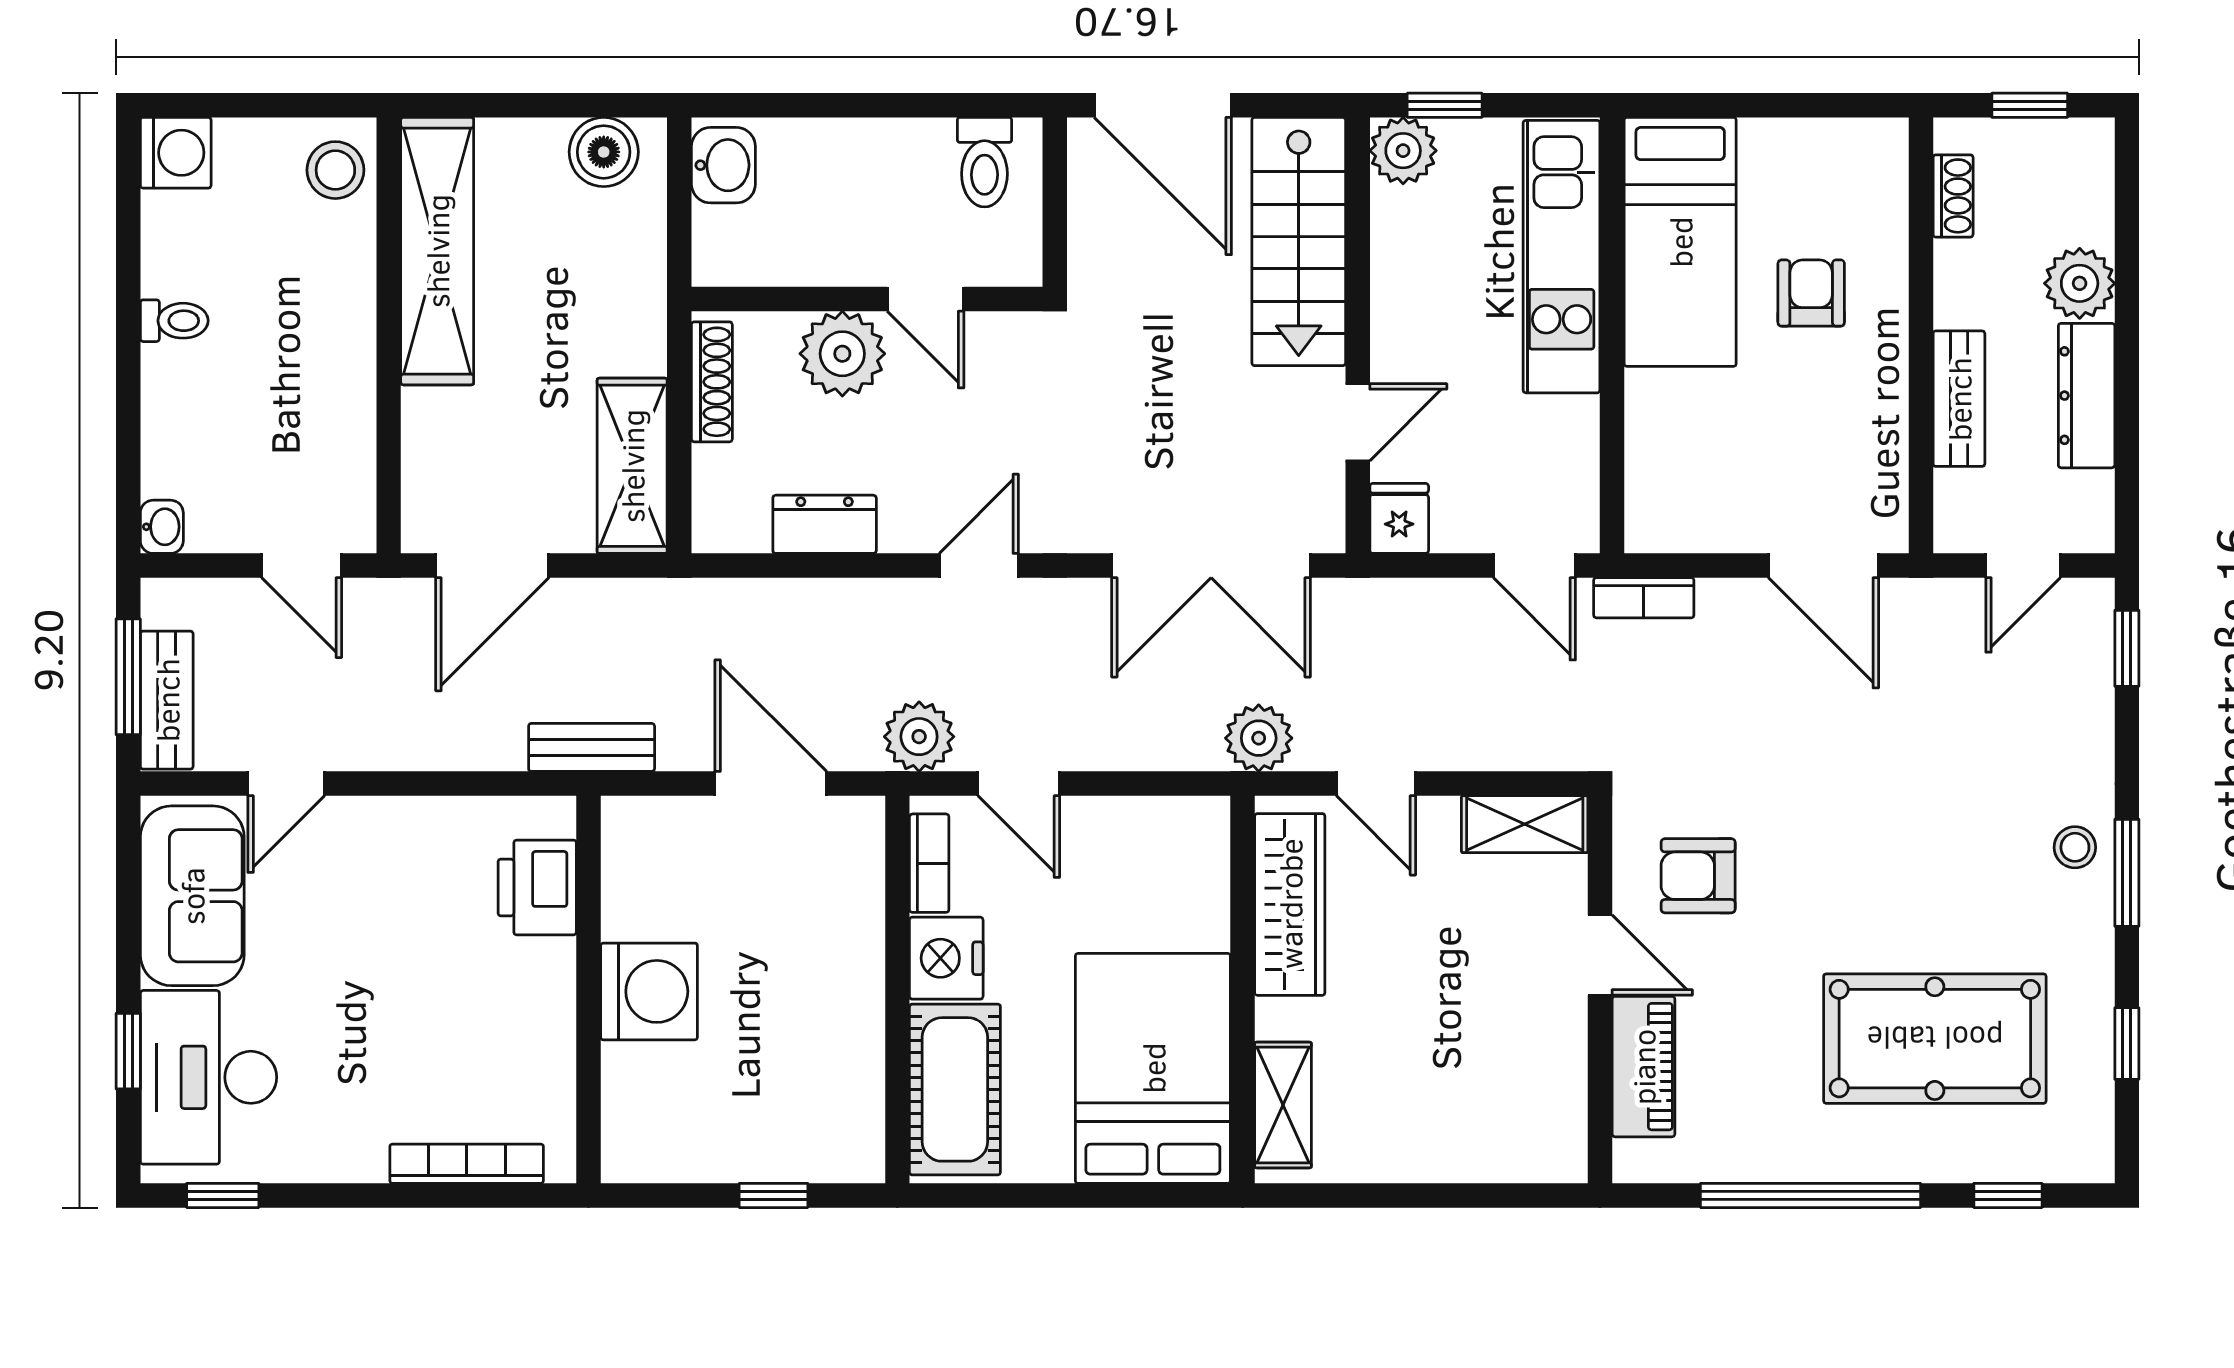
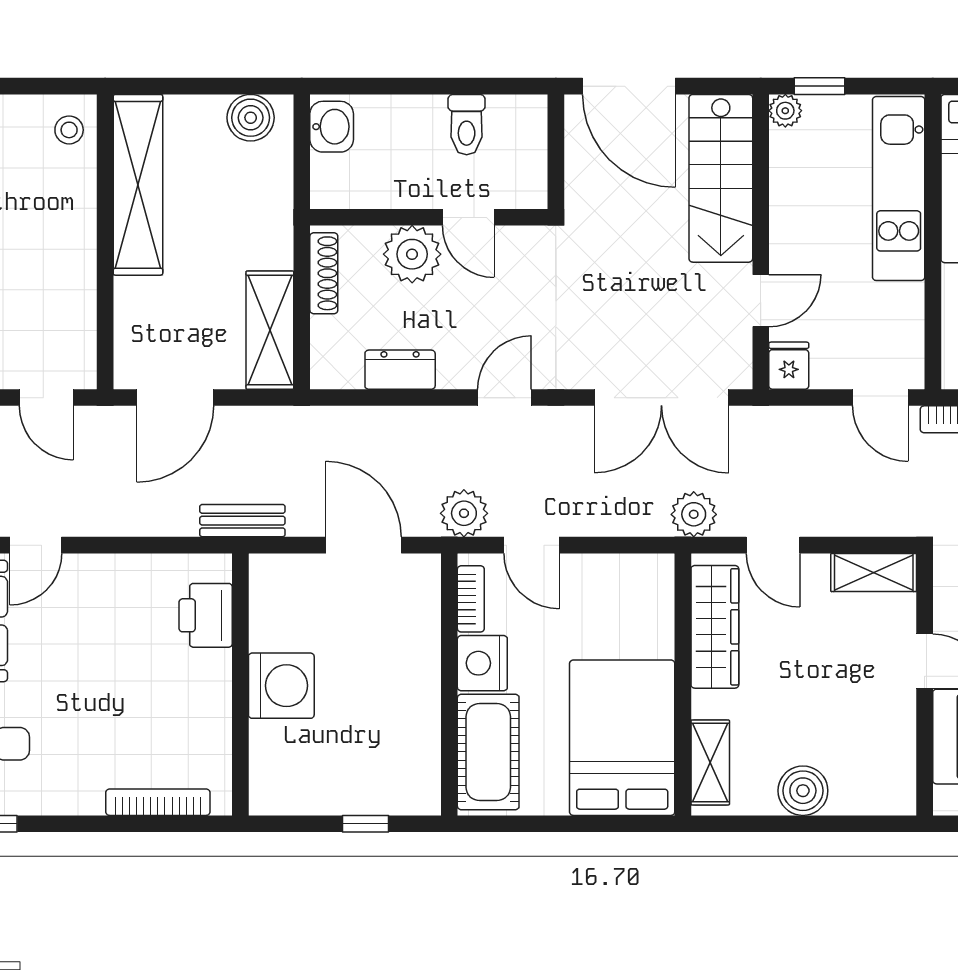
plant: (1403, 151) -> (785, 111), width x0.73, depth x0.73
toilet: (984, 162) -> (467, 125), moved
stool: (335, 170) -> (69, 130), width x0.73, depth x0.73
boiler: (1420, 1147) -> (803, 791), added

